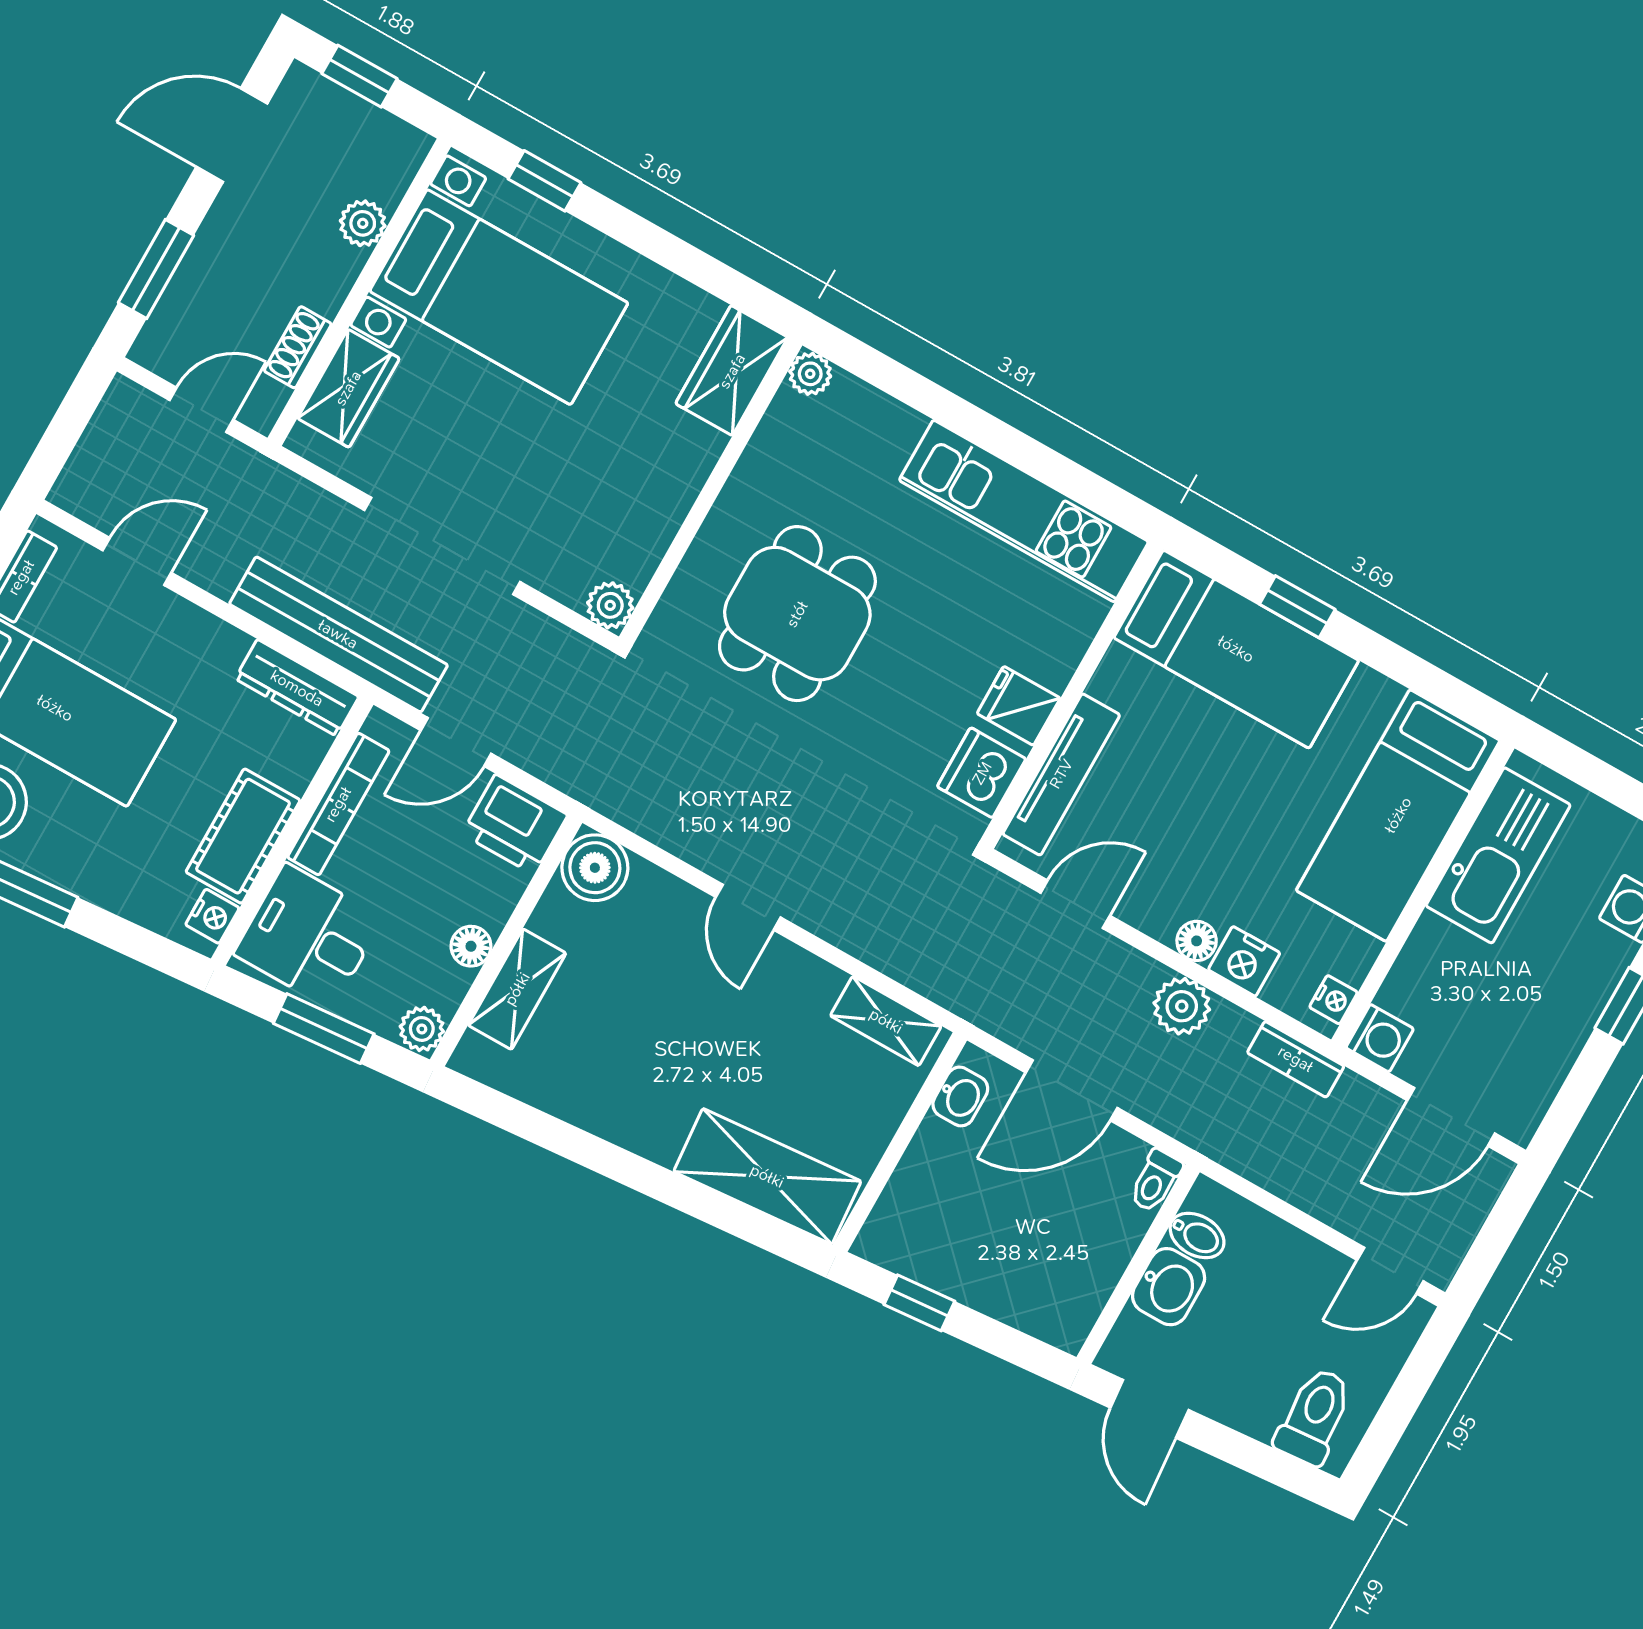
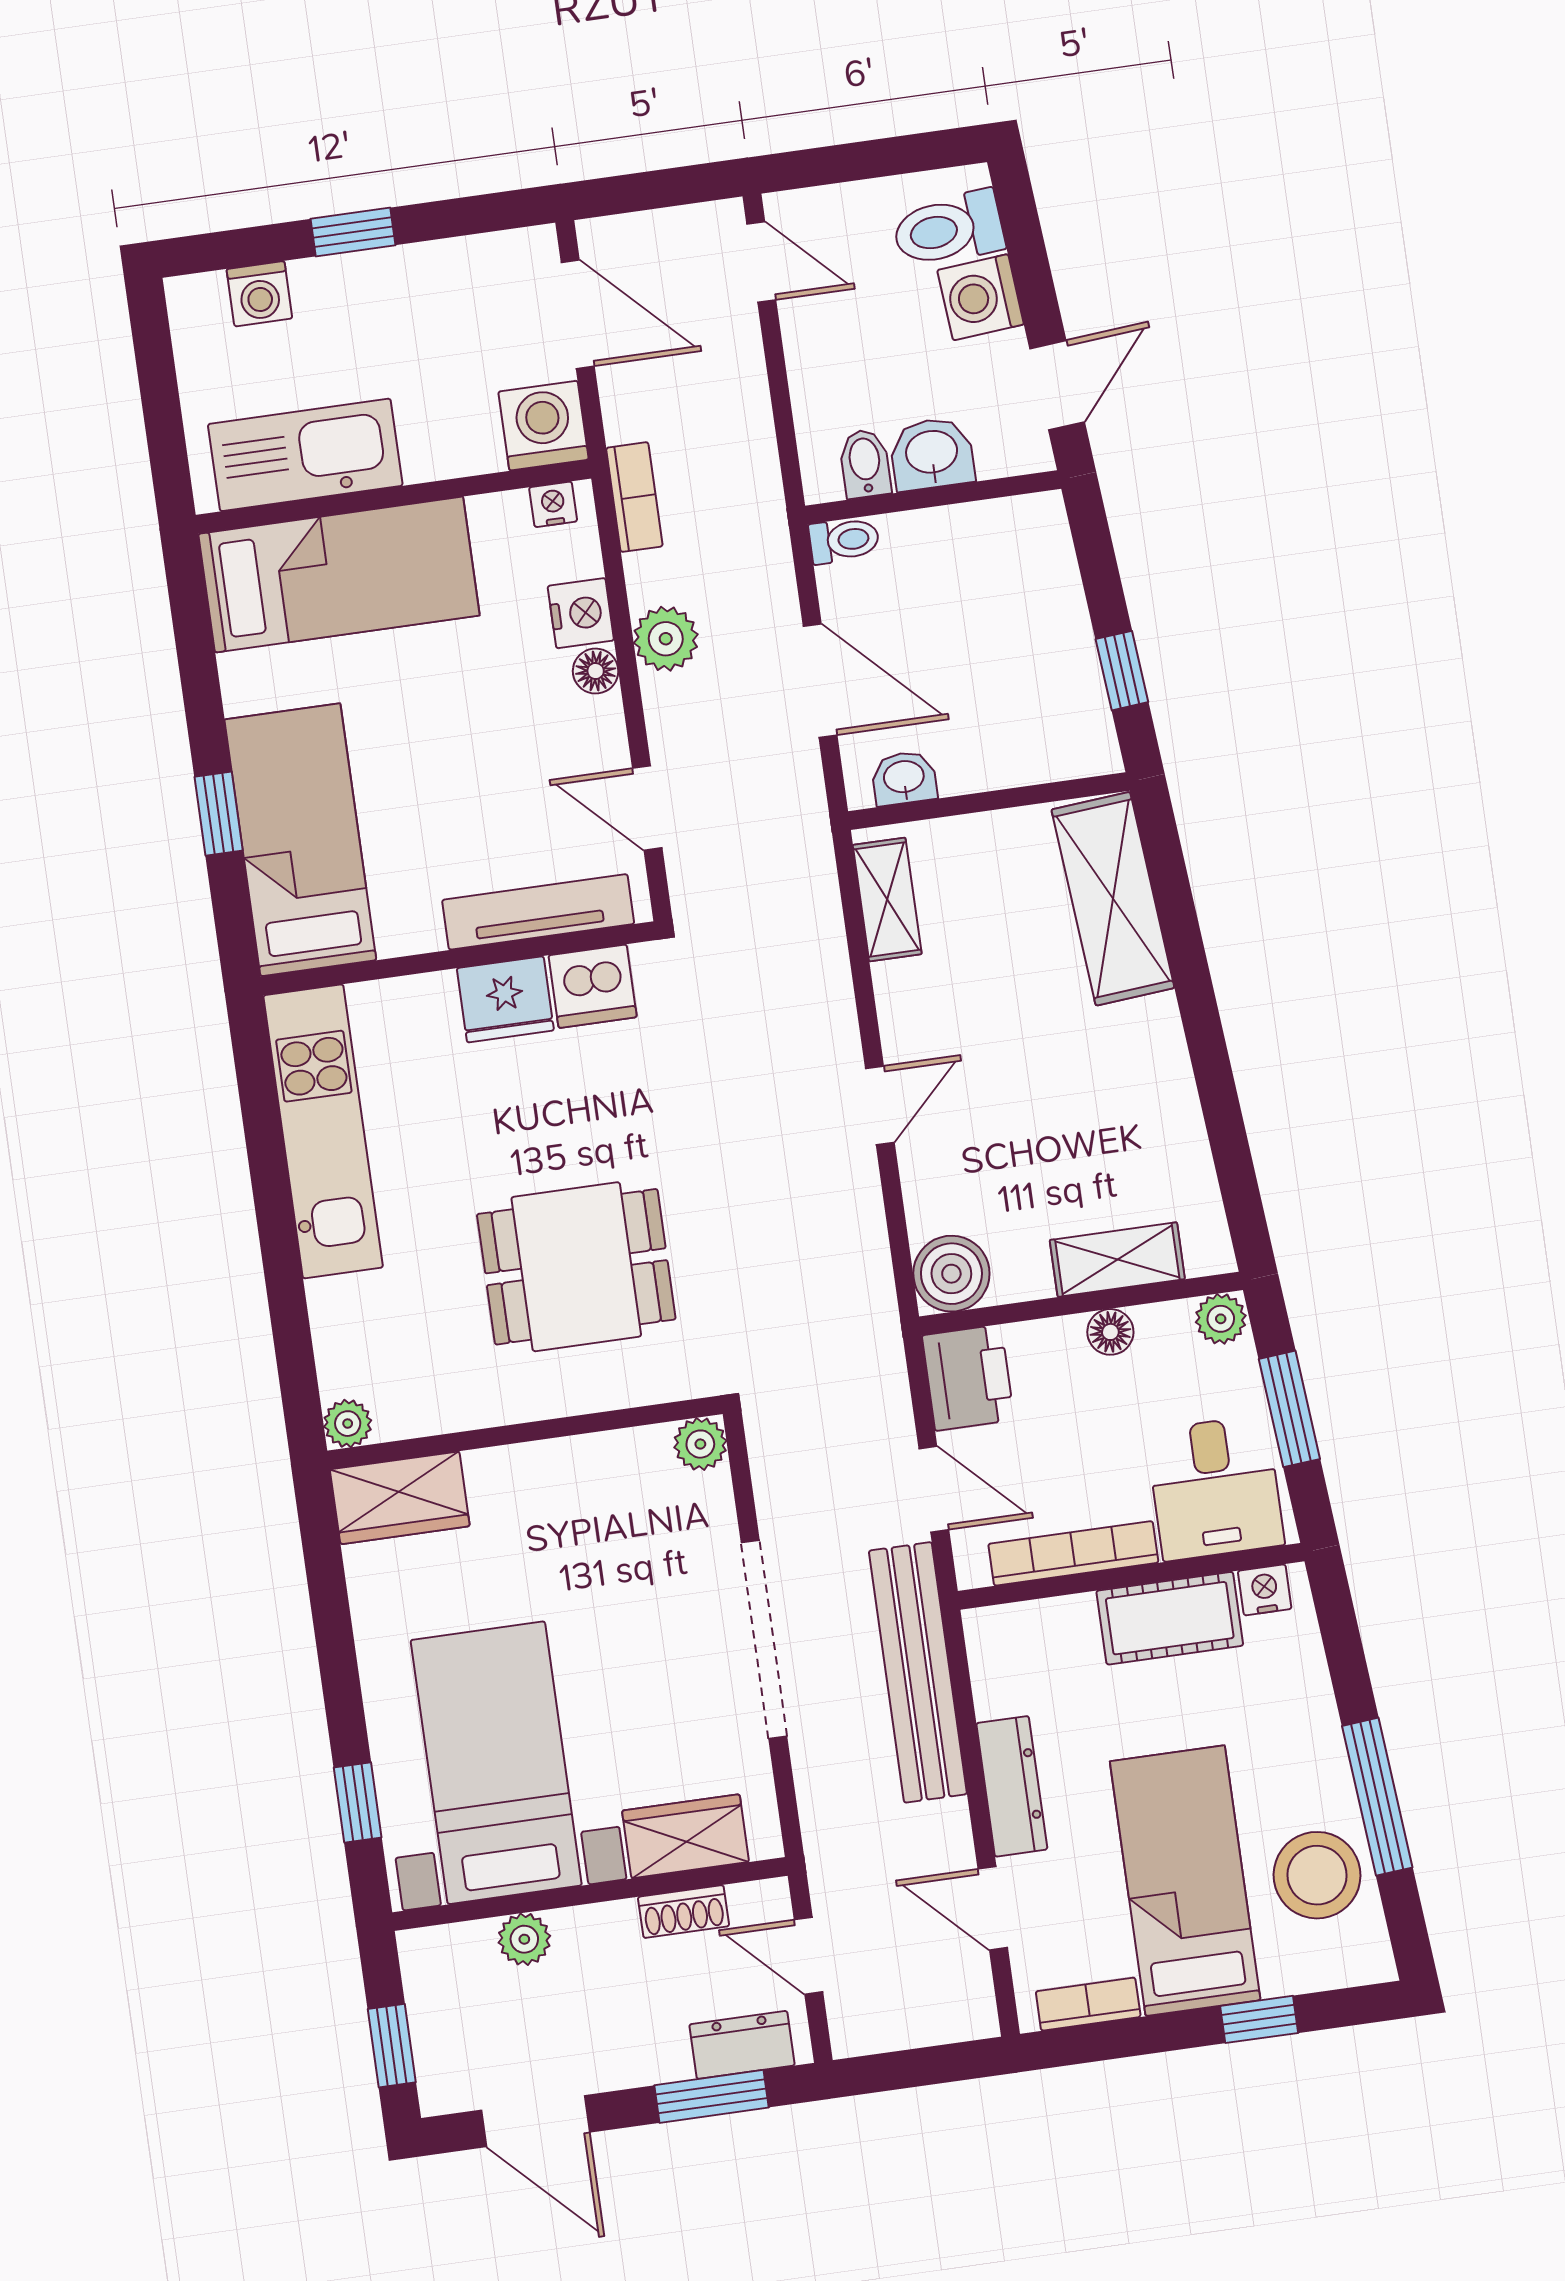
dresser: (175, 317) -> (742, 2045), added
dresser: (297, 688) -> (1012, 1786), moved
fridge: (1019, 706) -> (505, 999), width x1.38
washing machine: (1380, 1038) -> (543, 426), width x1.38, depth x1.38
washing machine: (1250, 1403) -> (981, 297), added

